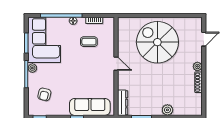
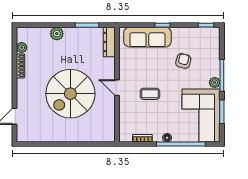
coffee table: (89, 42) -> (150, 94), moved
spiral stairs: (157, 42) -> (70, 94), moved, turned 90
plant: (197, 66) -> (22, 48), moved
armchair: (44, 94) -> (183, 61), moved

